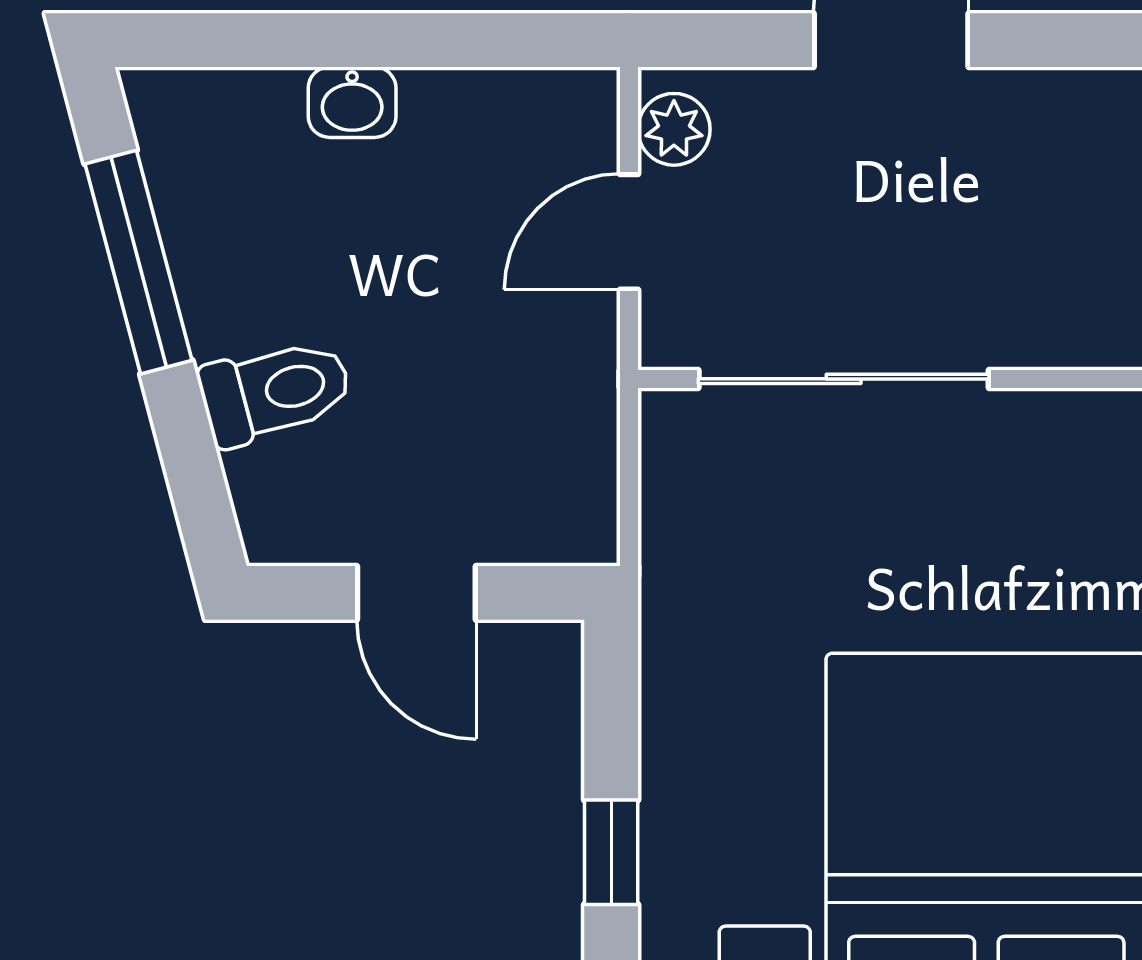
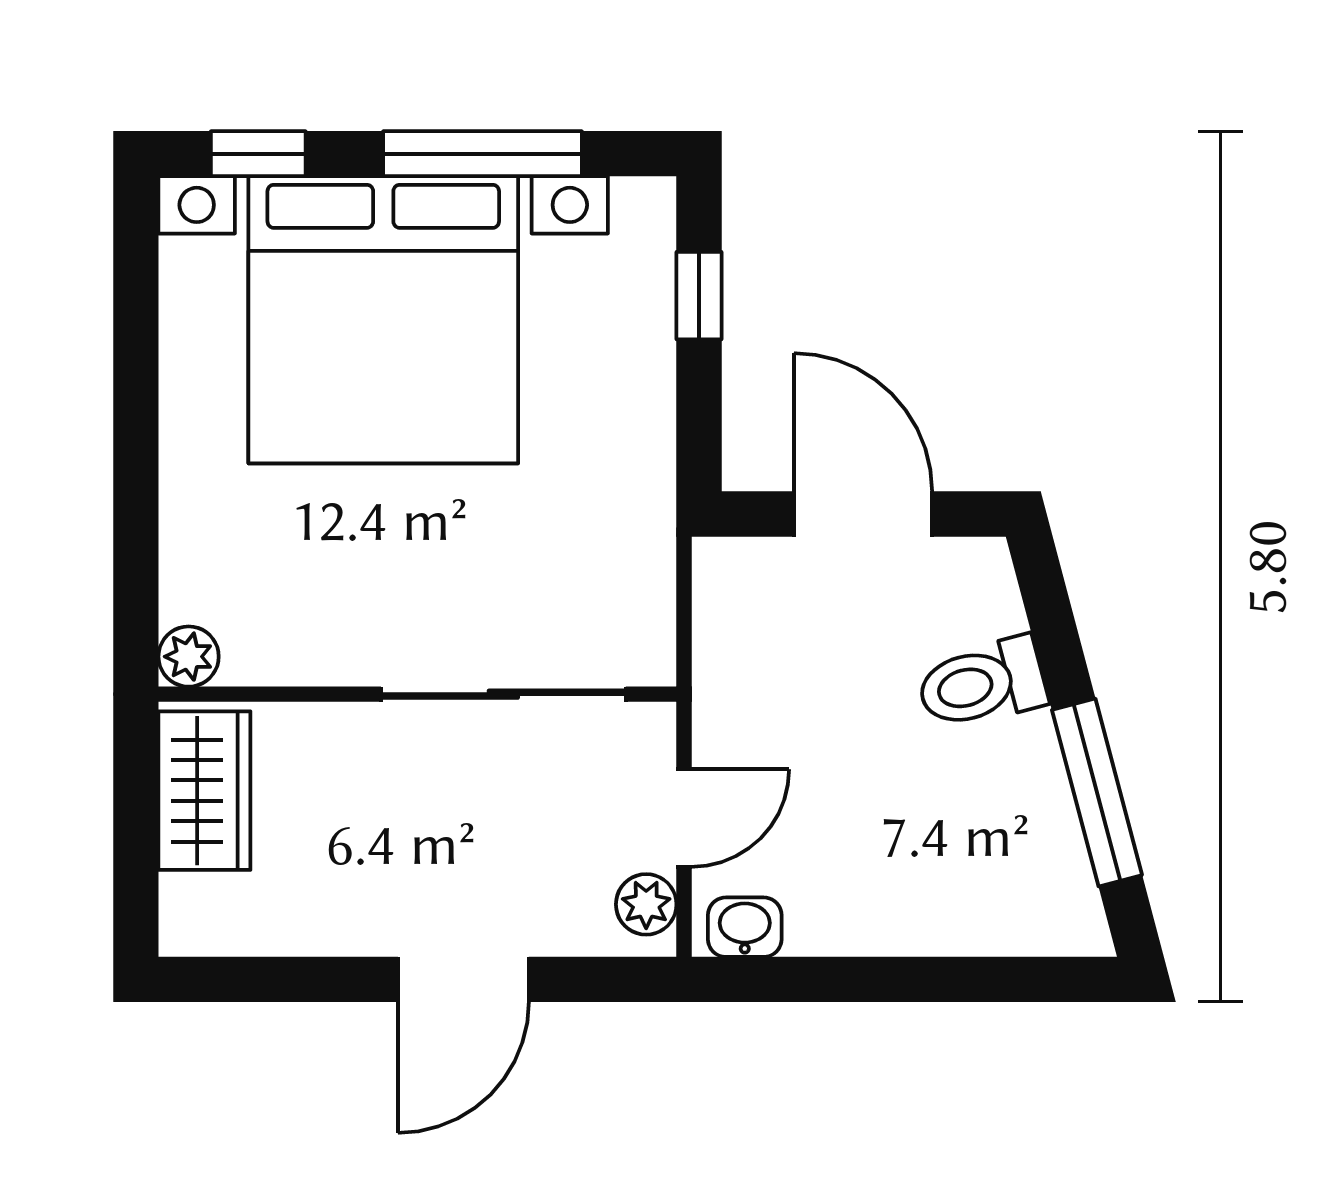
washbasin: (352, 102) -> (745, 927), moved
door: (416, 593) -> (863, 514), width x1.38

